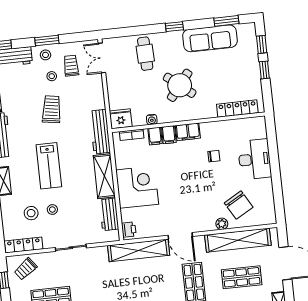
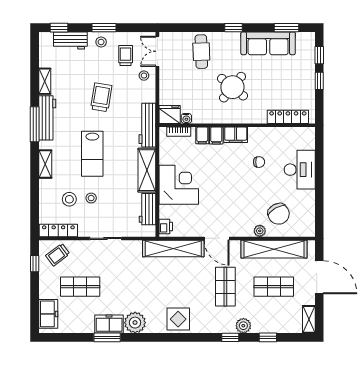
stool: (52, 76) -> (144, 76), moved
water cooler: (152, 119) -> (186, 118), moved

